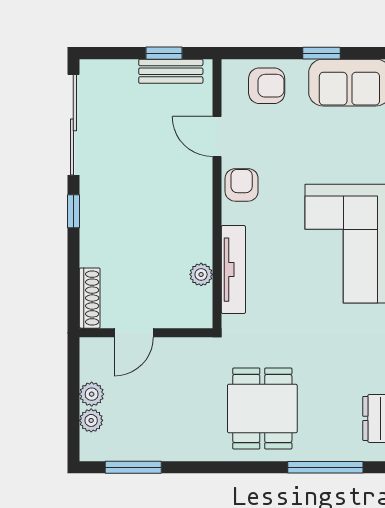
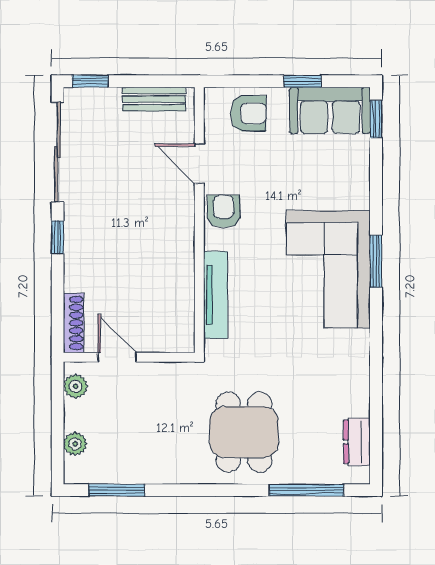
window: (164, 53) -> (90, 81), moved
plant: (201, 274) -> (184, 300), removed
door: (134, 333) -> (117, 357), swing flipped
plant: (92, 394) -> (76, 386), moved

